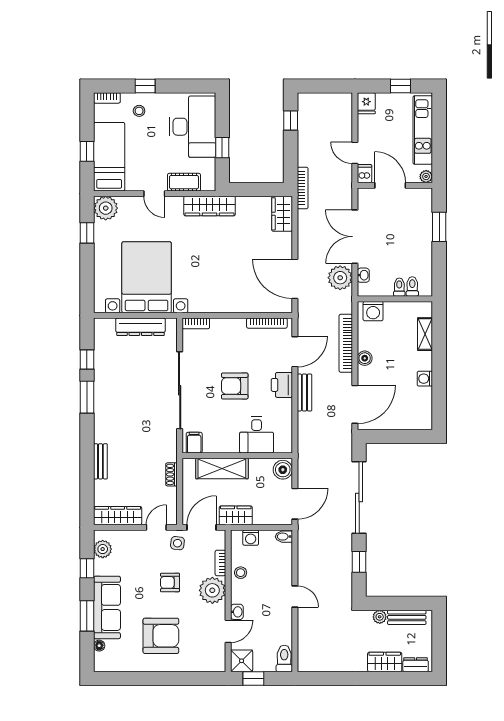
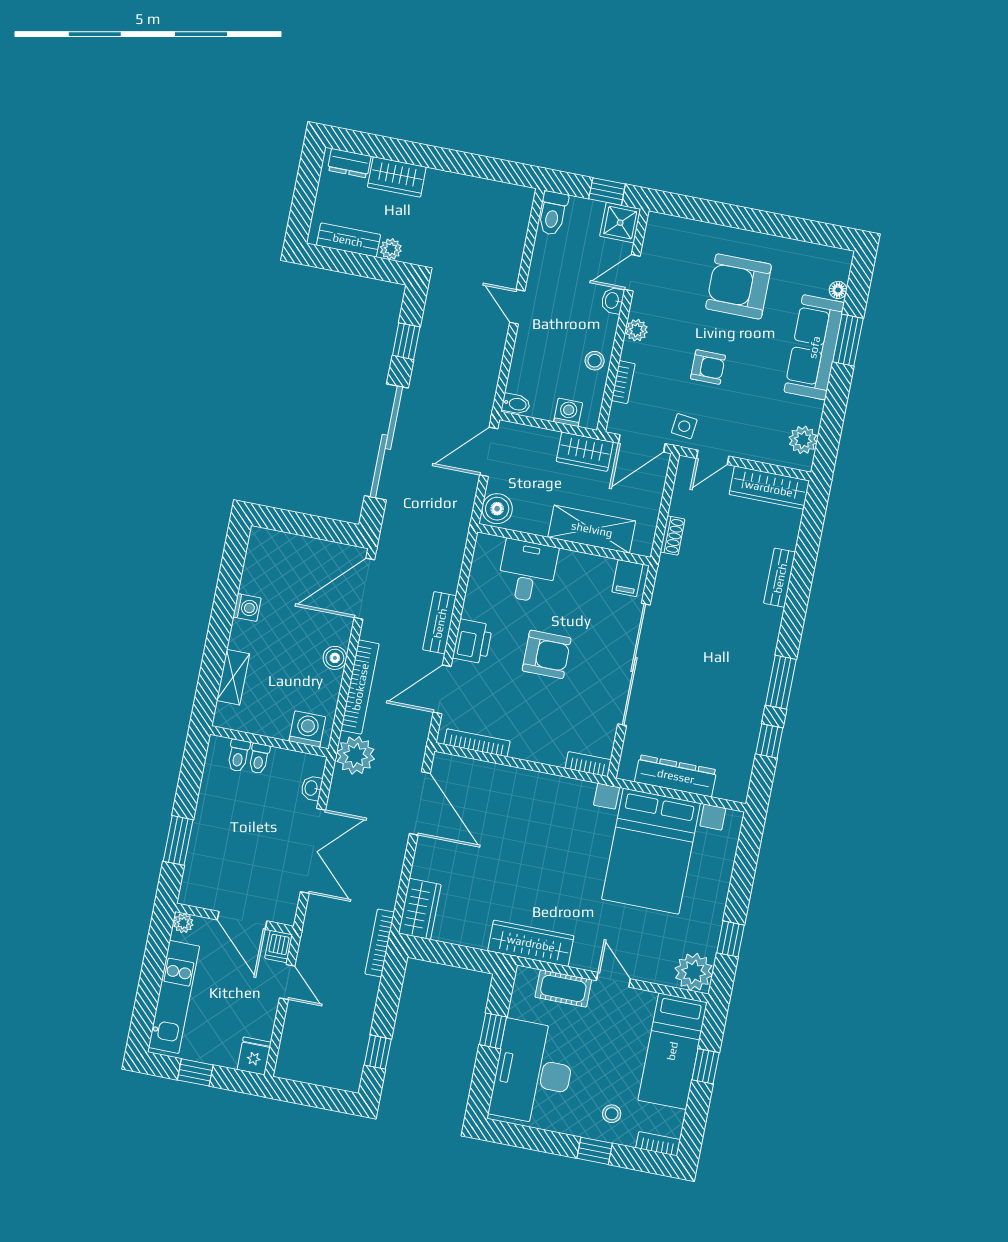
plant: (340, 278) -> (356, 755), moved
window: (87, 568) -> (833, 415), removed
plant: (212, 590) -> (636, 330), width x0.53, depth x0.53

